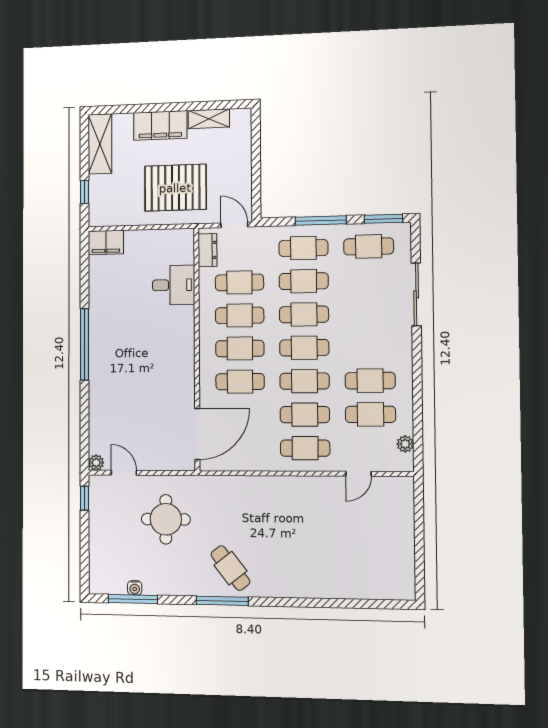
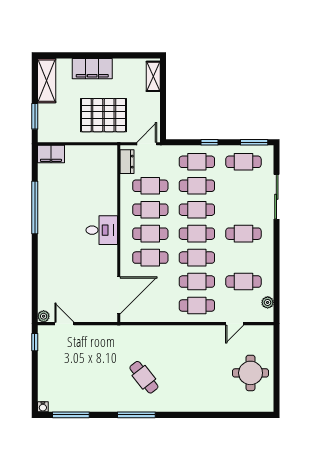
shelving: (209, 119) -> (153, 76), moved, turned 90
window: (84, 192) -> (35, 116), width x1.50
window: (321, 221) -> (209, 142), width x0.46
door: (234, 225) -> (147, 144), hinge flipped
desk: (173, 285) -> (102, 230), moved
window: (84, 344) -> (35, 207), moved
cafe table: (370, 381) -> (243, 234), moved
round table: (166, 519) -> (251, 373), moved
cafe table: (230, 568) -> (144, 377), moved
water cooler: (135, 588) -> (43, 407), moved

